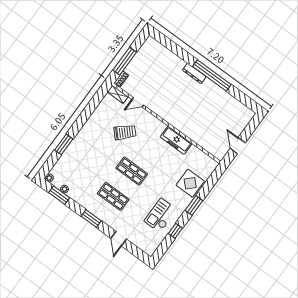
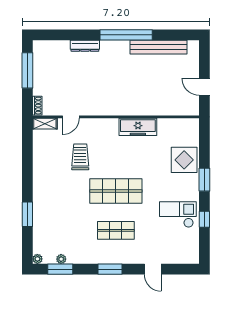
window: (125, 61) -> (27, 70), moved
dresser: (194, 73) -> (85, 46), moved
bench: (227, 99) -> (158, 47), added
trolley: (125, 132) -> (80, 157), turned -46
shop shelf: (132, 171) -> (116, 191), width x1.43, depth x1.36
checkout: (161, 215) -> (178, 214), turned 90

